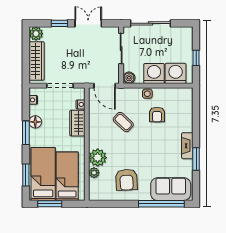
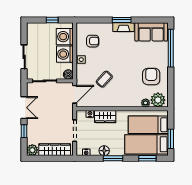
double door: (88, 23) -> (24, 108), swing flipped
sliding door: (151, 23) -> (24, 57), width x0.73
armchair: (157, 115) -> (93, 41), moved
plant: (98, 158) -> (158, 100), moved
window: (196, 159) -> (122, 20), moved
armchair: (126, 180) -> (151, 77), turned -87
sofa: (171, 189) -> (151, 32), moved, turned -90

